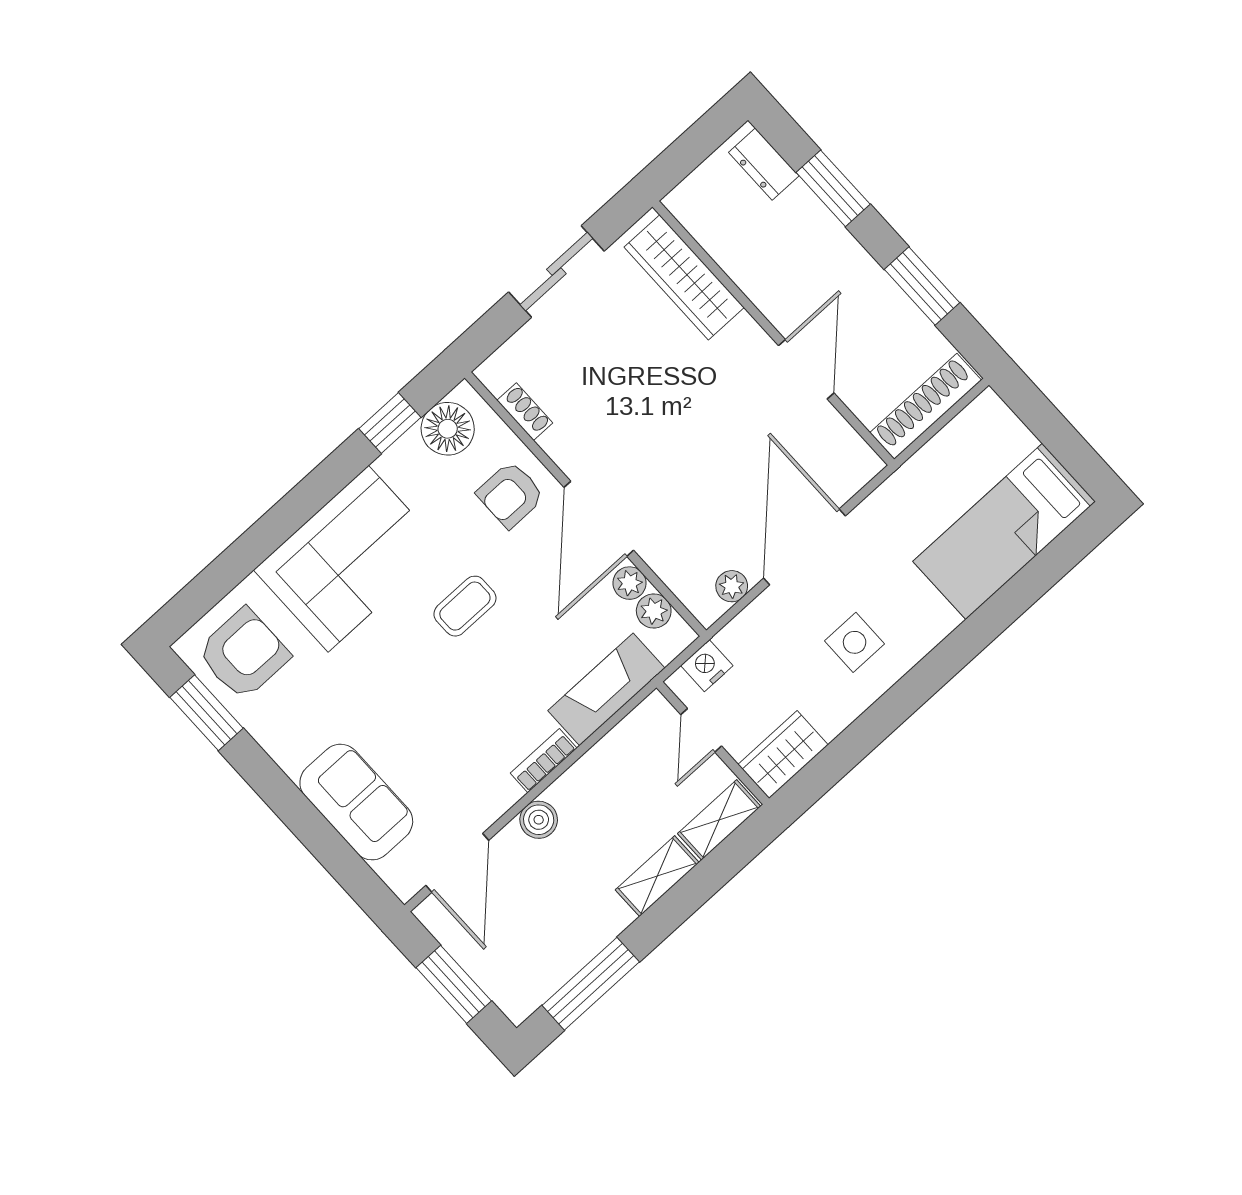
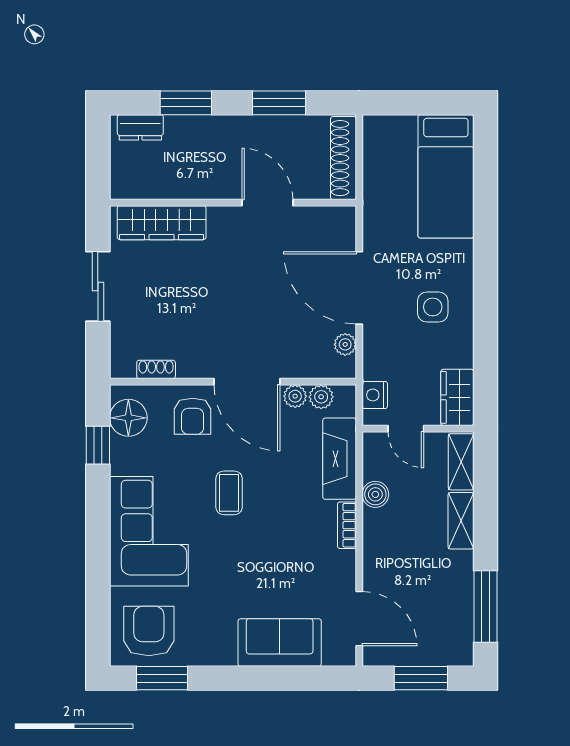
boiler: (539, 820) -> (375, 494), moved

